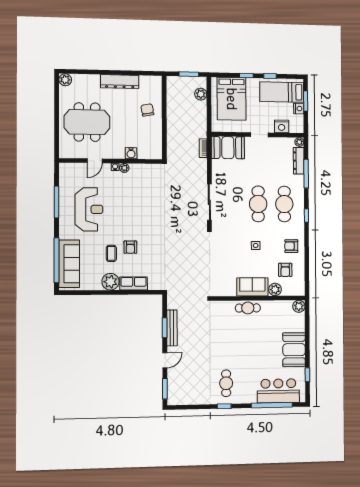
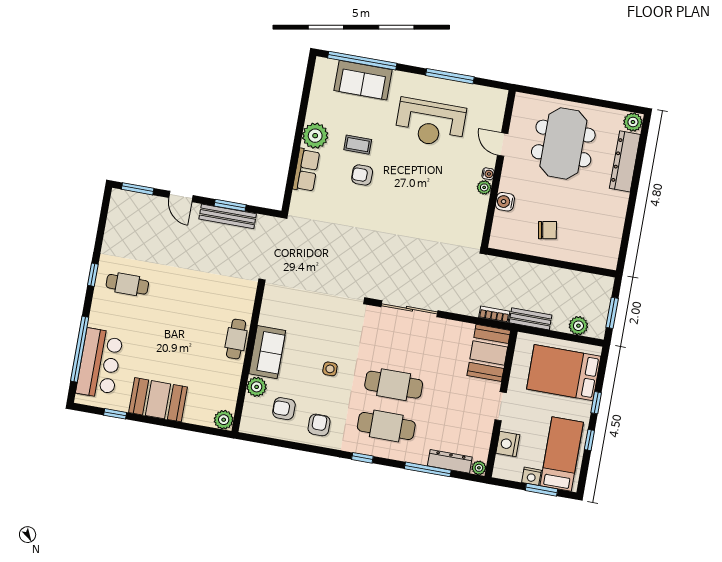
dresser: (120, 82) -> (625, 161), moved
chair: (147, 110) -> (547, 230), moved
bench: (202, 125) -> (531, 319), added
sofa: (69, 264) -> (363, 80), width x0.73

